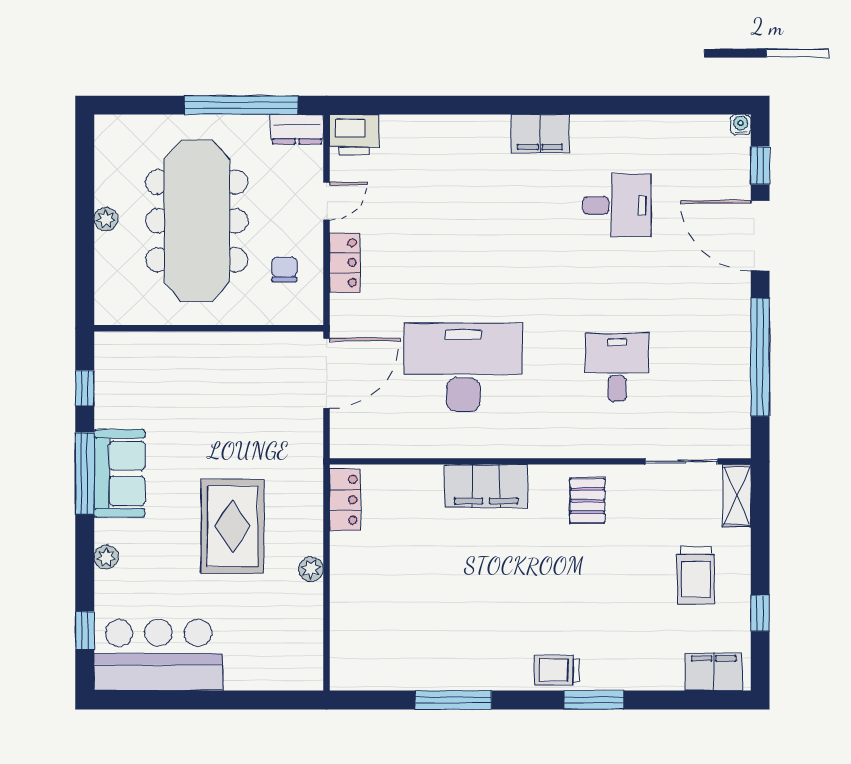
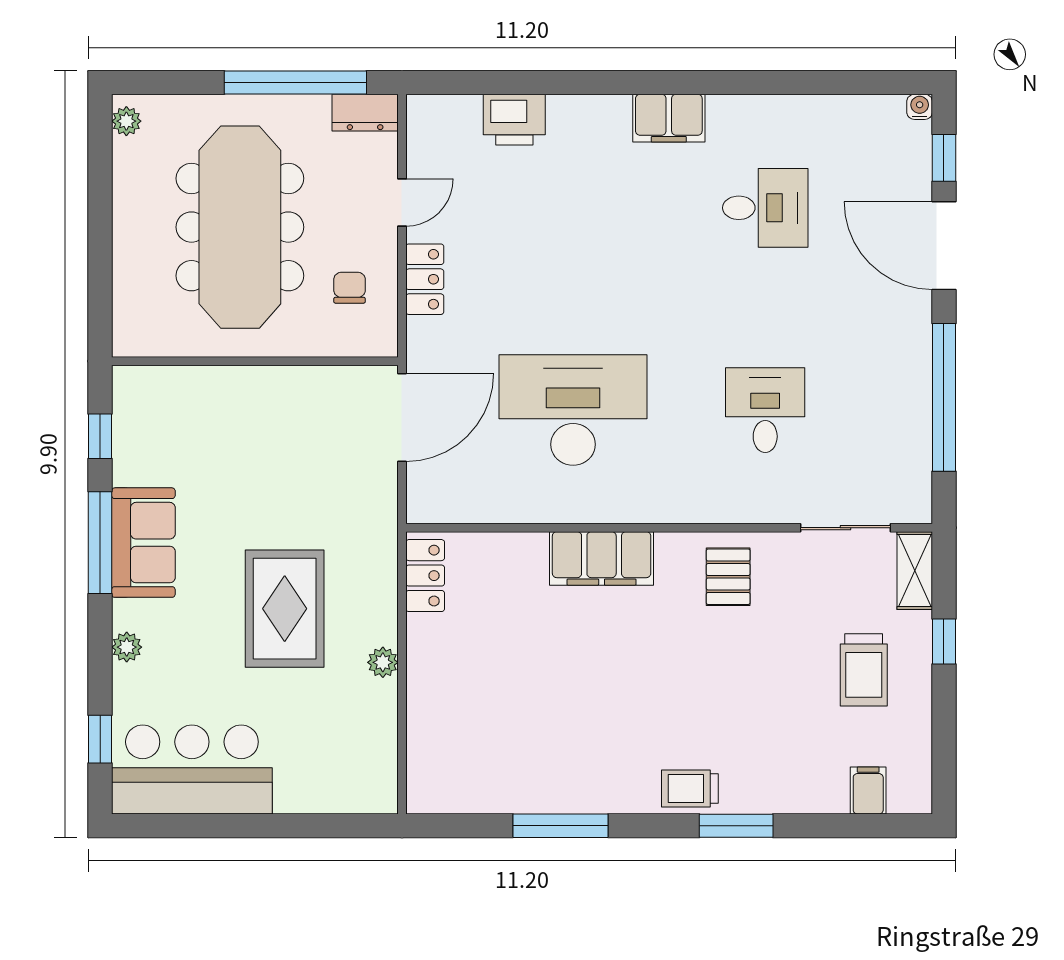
printer: (354, 135) -> (514, 120), moved
plant: (106, 219) -> (126, 121), moved
window: (760, 613) -> (944, 641), moved
filing cabinet: (714, 672) -> (868, 790), width x0.50

